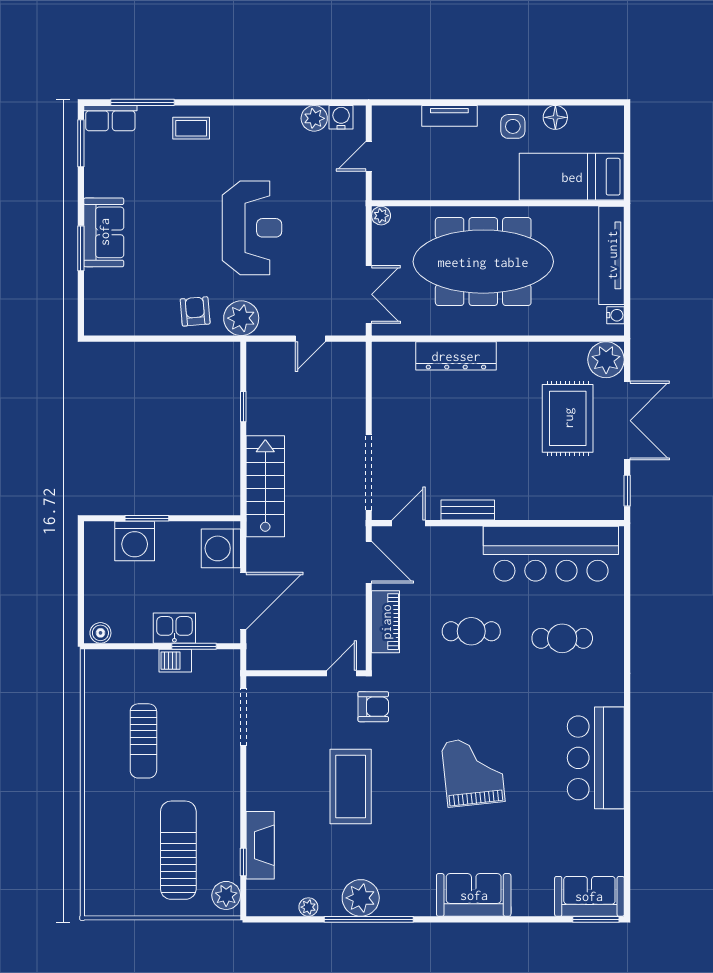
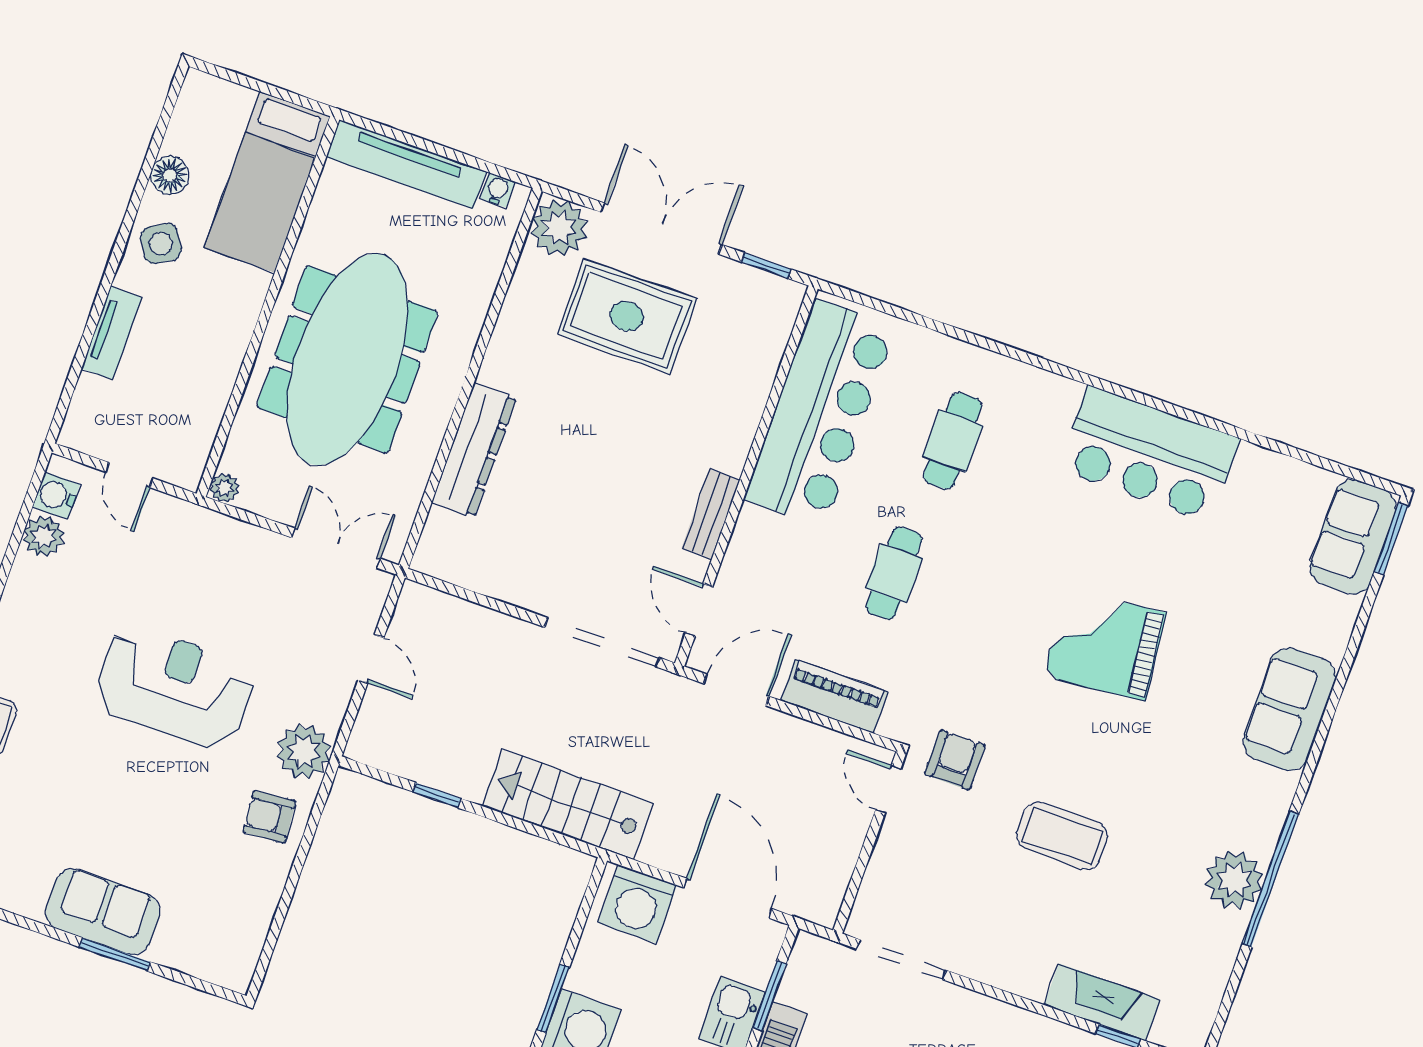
side table: (513, 126) -> (161, 244), turned -31
coffee table: (351, 786) -> (1062, 836), width x0.73, depth x0.76
plant: (308, 907) -> (1220, 963), removed

